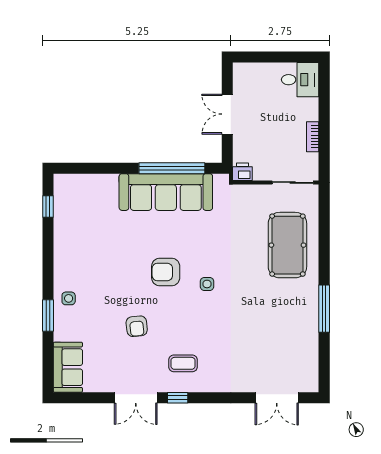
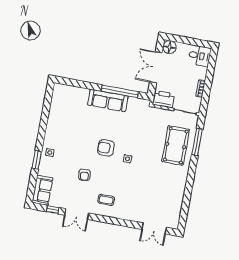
floor lamp: (244, 74) -> (169, 47), added
double door: (227, 114) -> (156, 67), width x1.37
printer: (242, 172) -> (163, 99), width x1.87, depth x1.48
sofa: (166, 192) -> (108, 101), width x0.74, depth x0.79
window: (48, 206) -> (48, 100), removed
window: (324, 309) -> (197, 142), moved
window: (178, 398) -> (53, 210), moved

